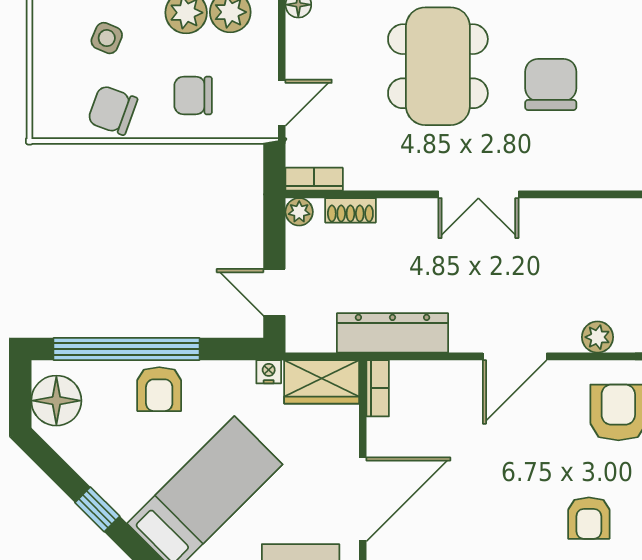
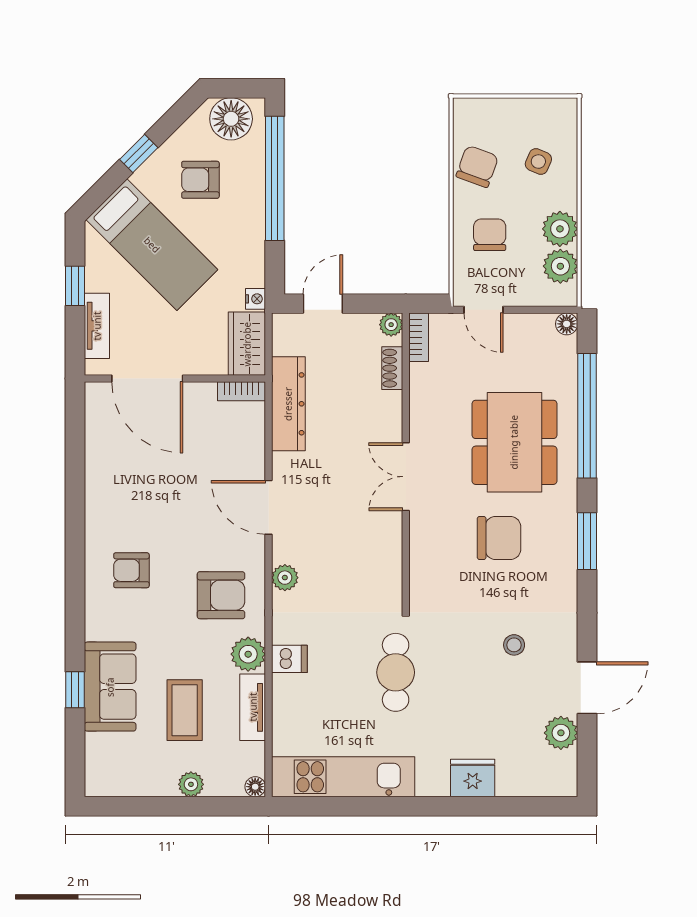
dining table: (438, 66) -> (514, 442), turned 90
armchair: (159, 389) -> (200, 180), moved

